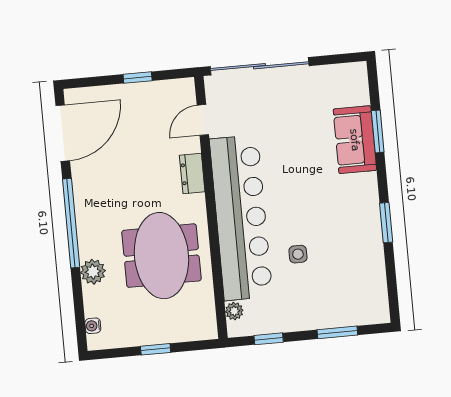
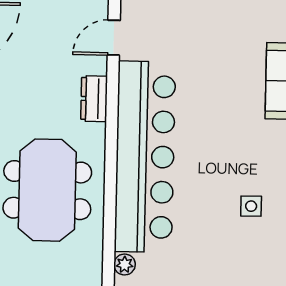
side table: (298, 254) -> (251, 206), moved

